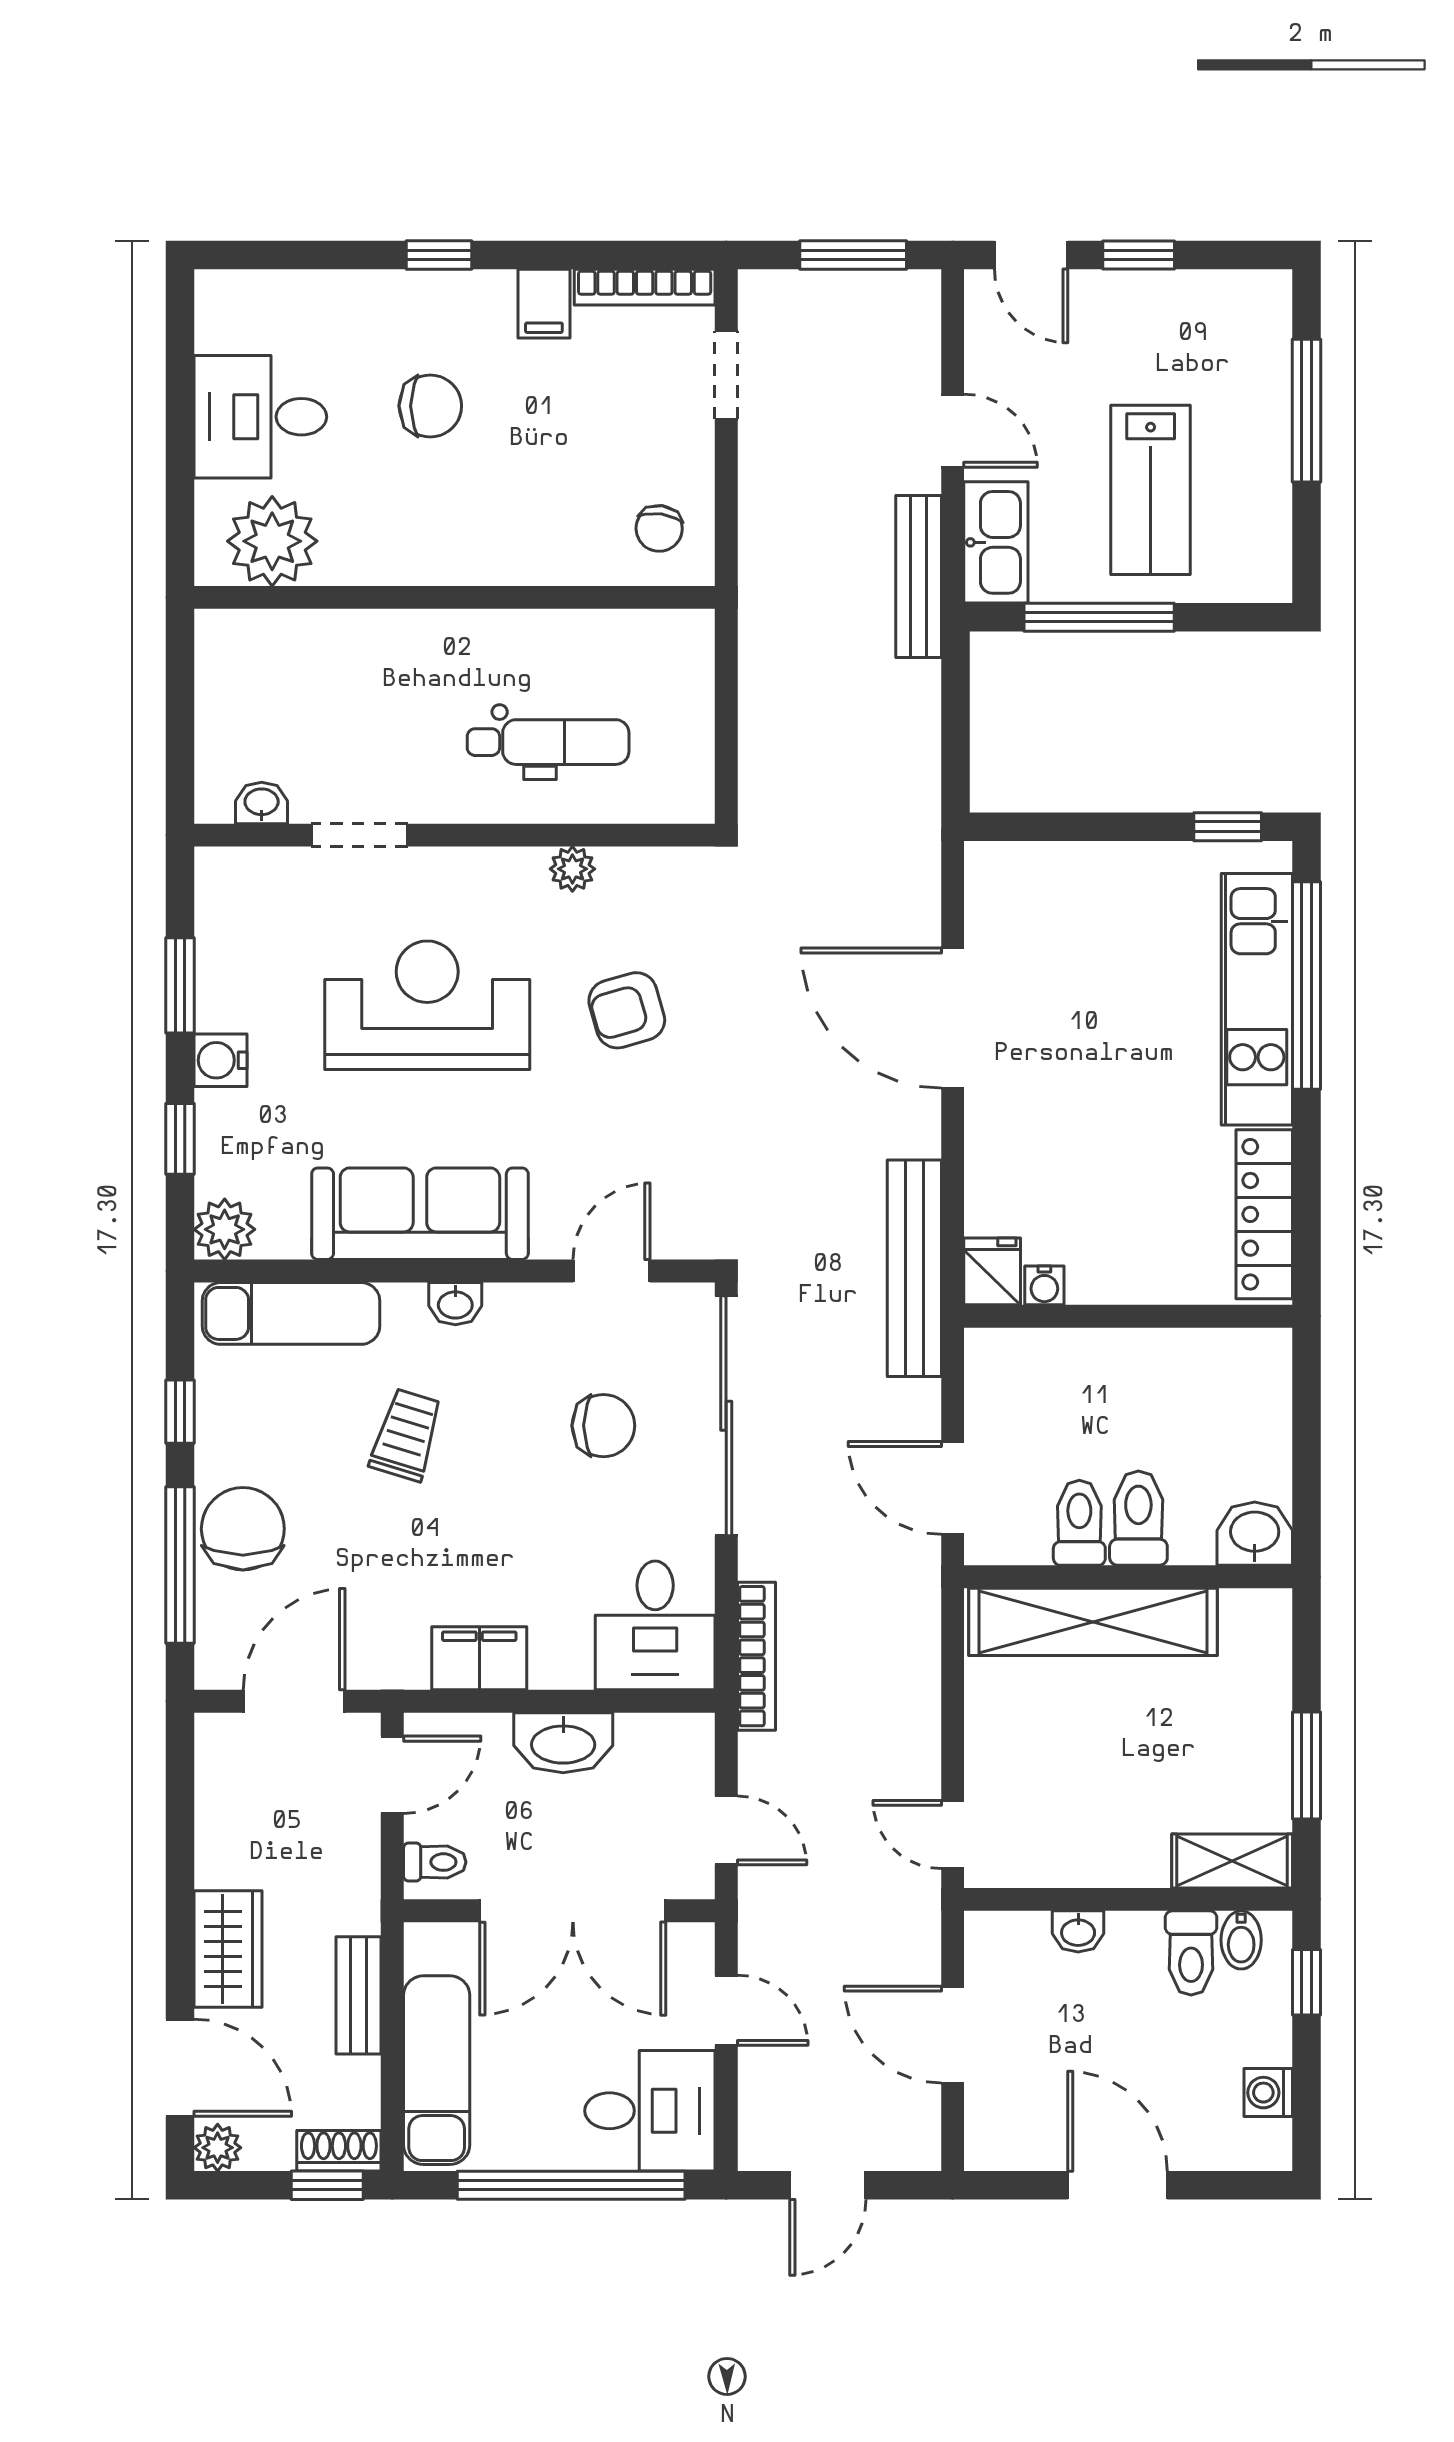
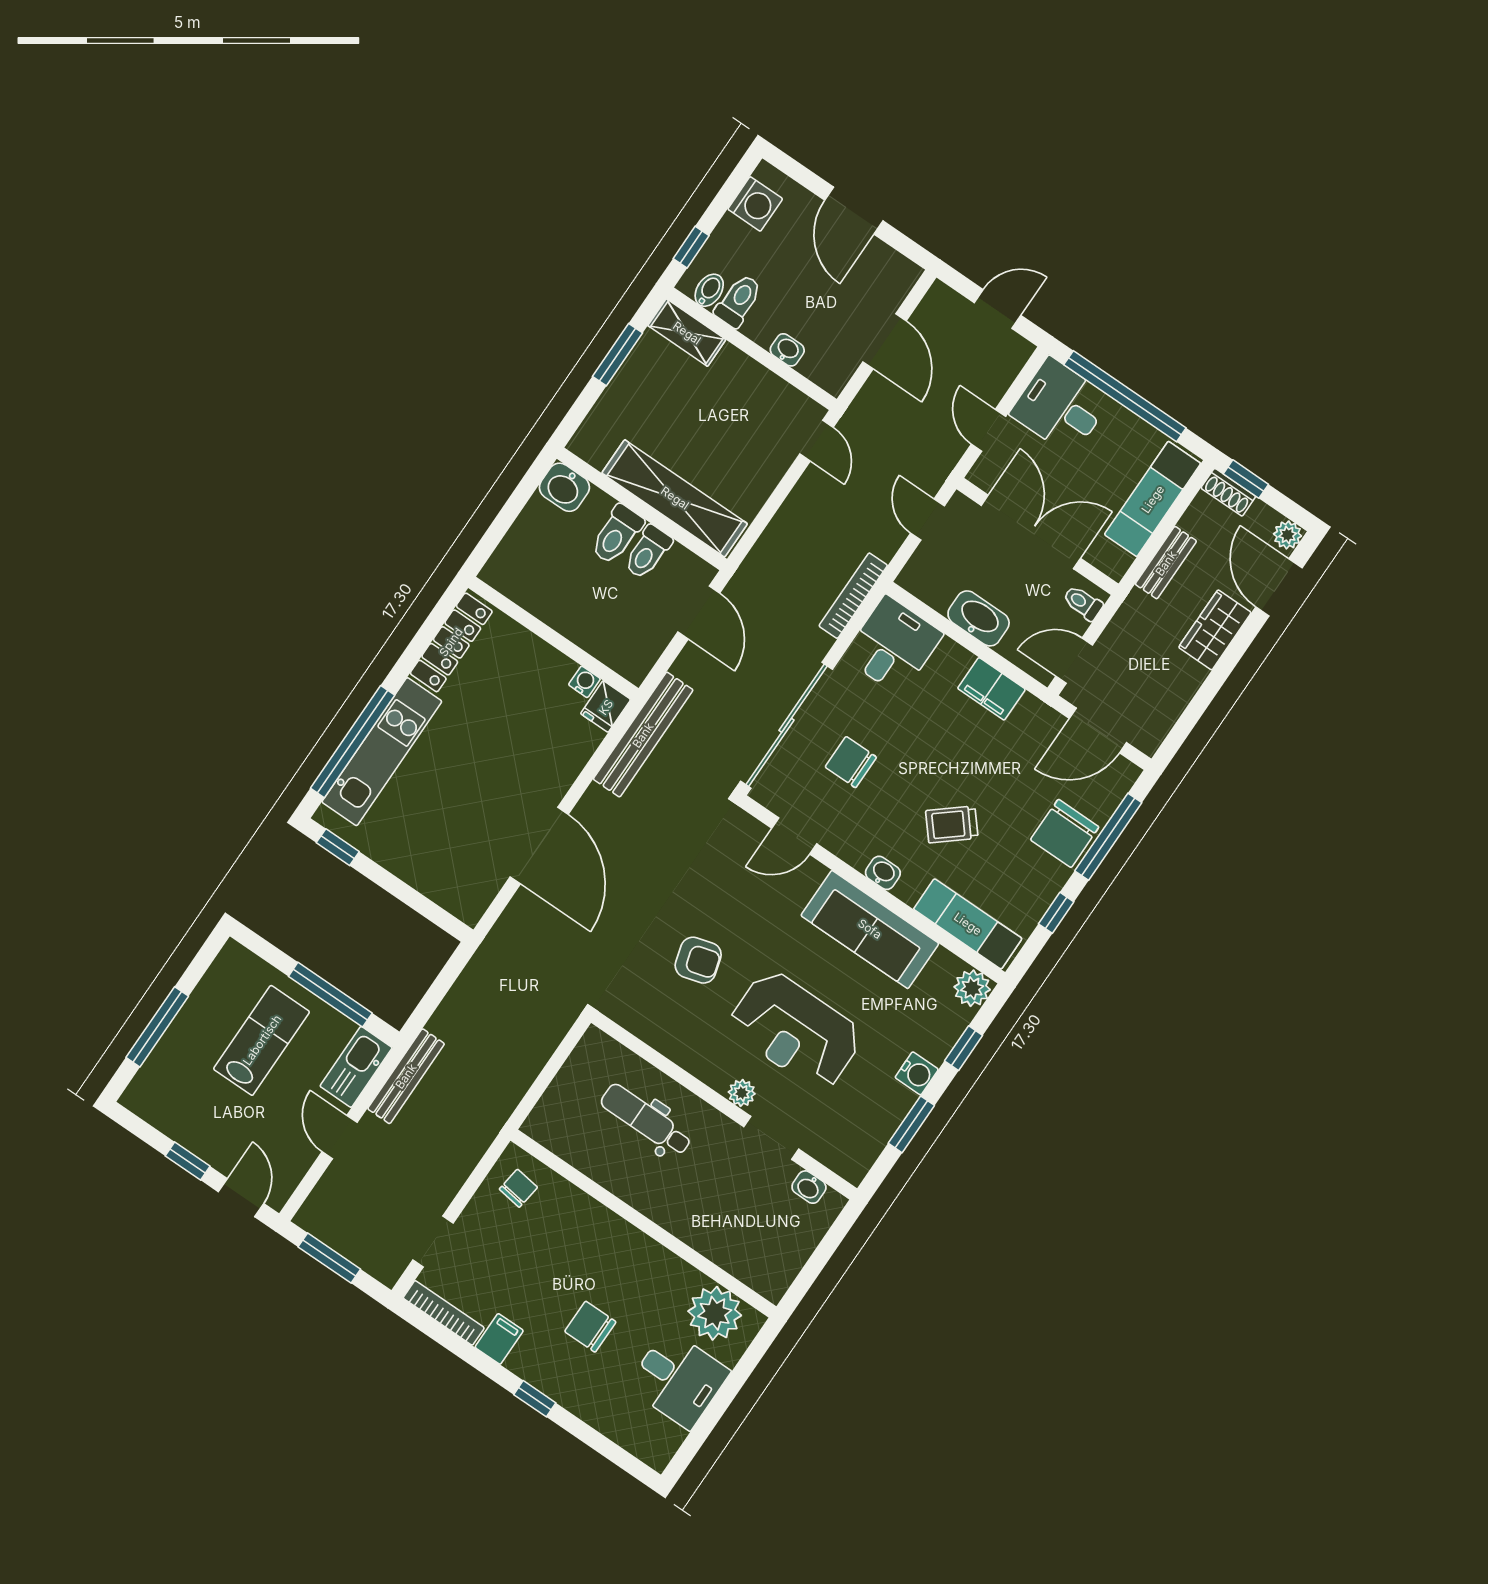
plant: (572, 869) -> (742, 1093), moved
trolley: (406, 1435) -> (952, 824), turned 33
washing machine: (1268, 2093) -> (755, 204), width x1.38, depth x1.38

